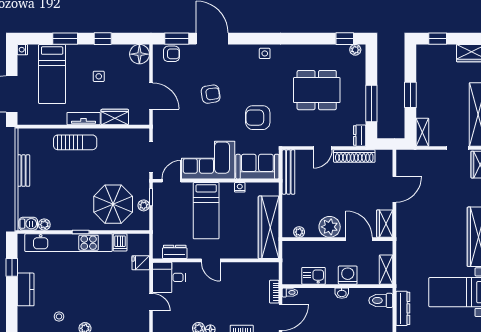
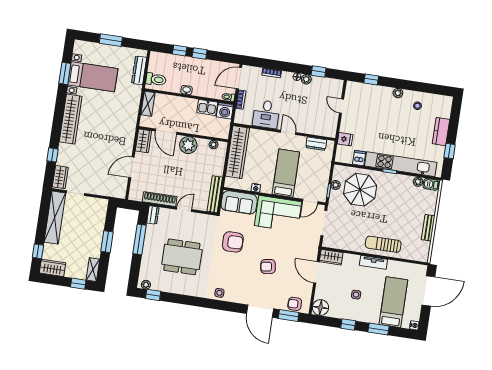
wardrobe: (115, 117) -> (331, 257), moved
shelving: (422, 132) -> (93, 270), moved
washing machine: (348, 275) -> (225, 111), moved
desk: (169, 277) -> (266, 114), moved, turned 90

